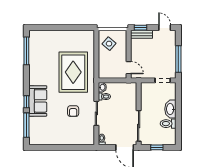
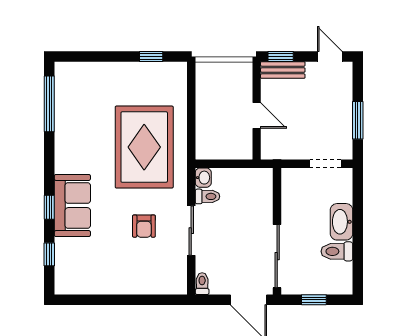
window: (77, 28) -> (151, 56), added
side table: (109, 44) -> (217, 89), removed
window: (178, 59) -> (358, 120), width x0.69
door: (129, 68) -> (257, 116), moved
window: (26, 125) -> (49, 254), width x0.46

